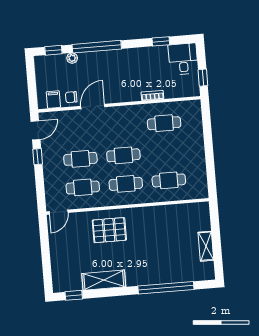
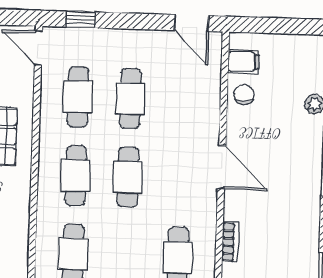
door: (93, 106) -> (222, 167), moved
window: (38, 157) -> (81, 20), moved

